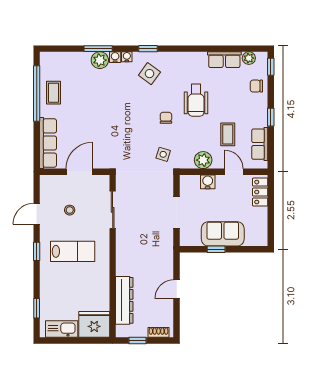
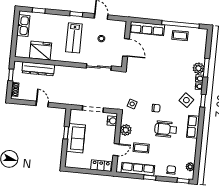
row of seats: (224, 60) -> (193, 127), moved
row of seats: (260, 144) -> (138, 169), width x1.48
water cooler: (208, 182) -> (112, 121), moved
fridge: (94, 324) -> (41, 51), moved, turned -90

